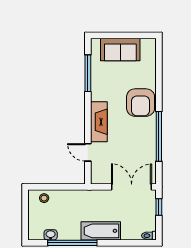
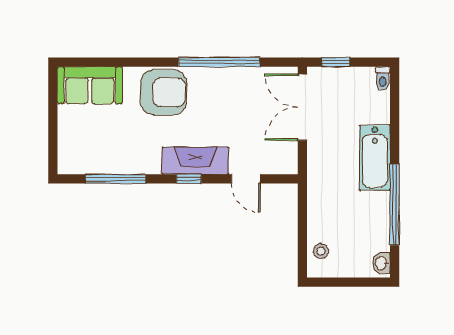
sofa: (120, 49) -> (90, 85), moved, turned 90
window: (88, 118) -> (189, 179), added
door: (88, 152) -> (246, 179), hinge flipped
washbasin: (51, 235) -> (381, 263), moved

